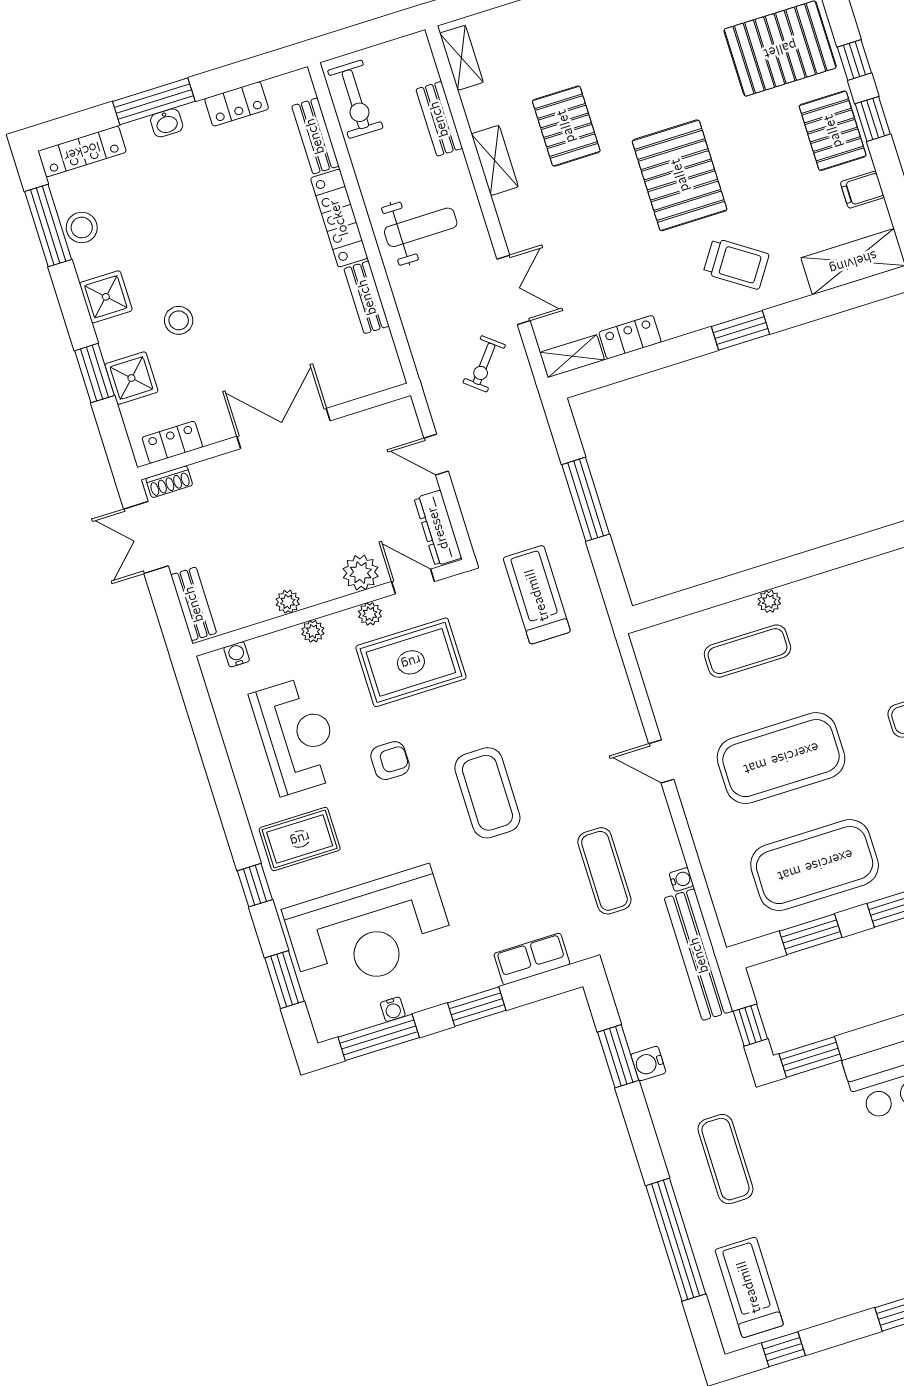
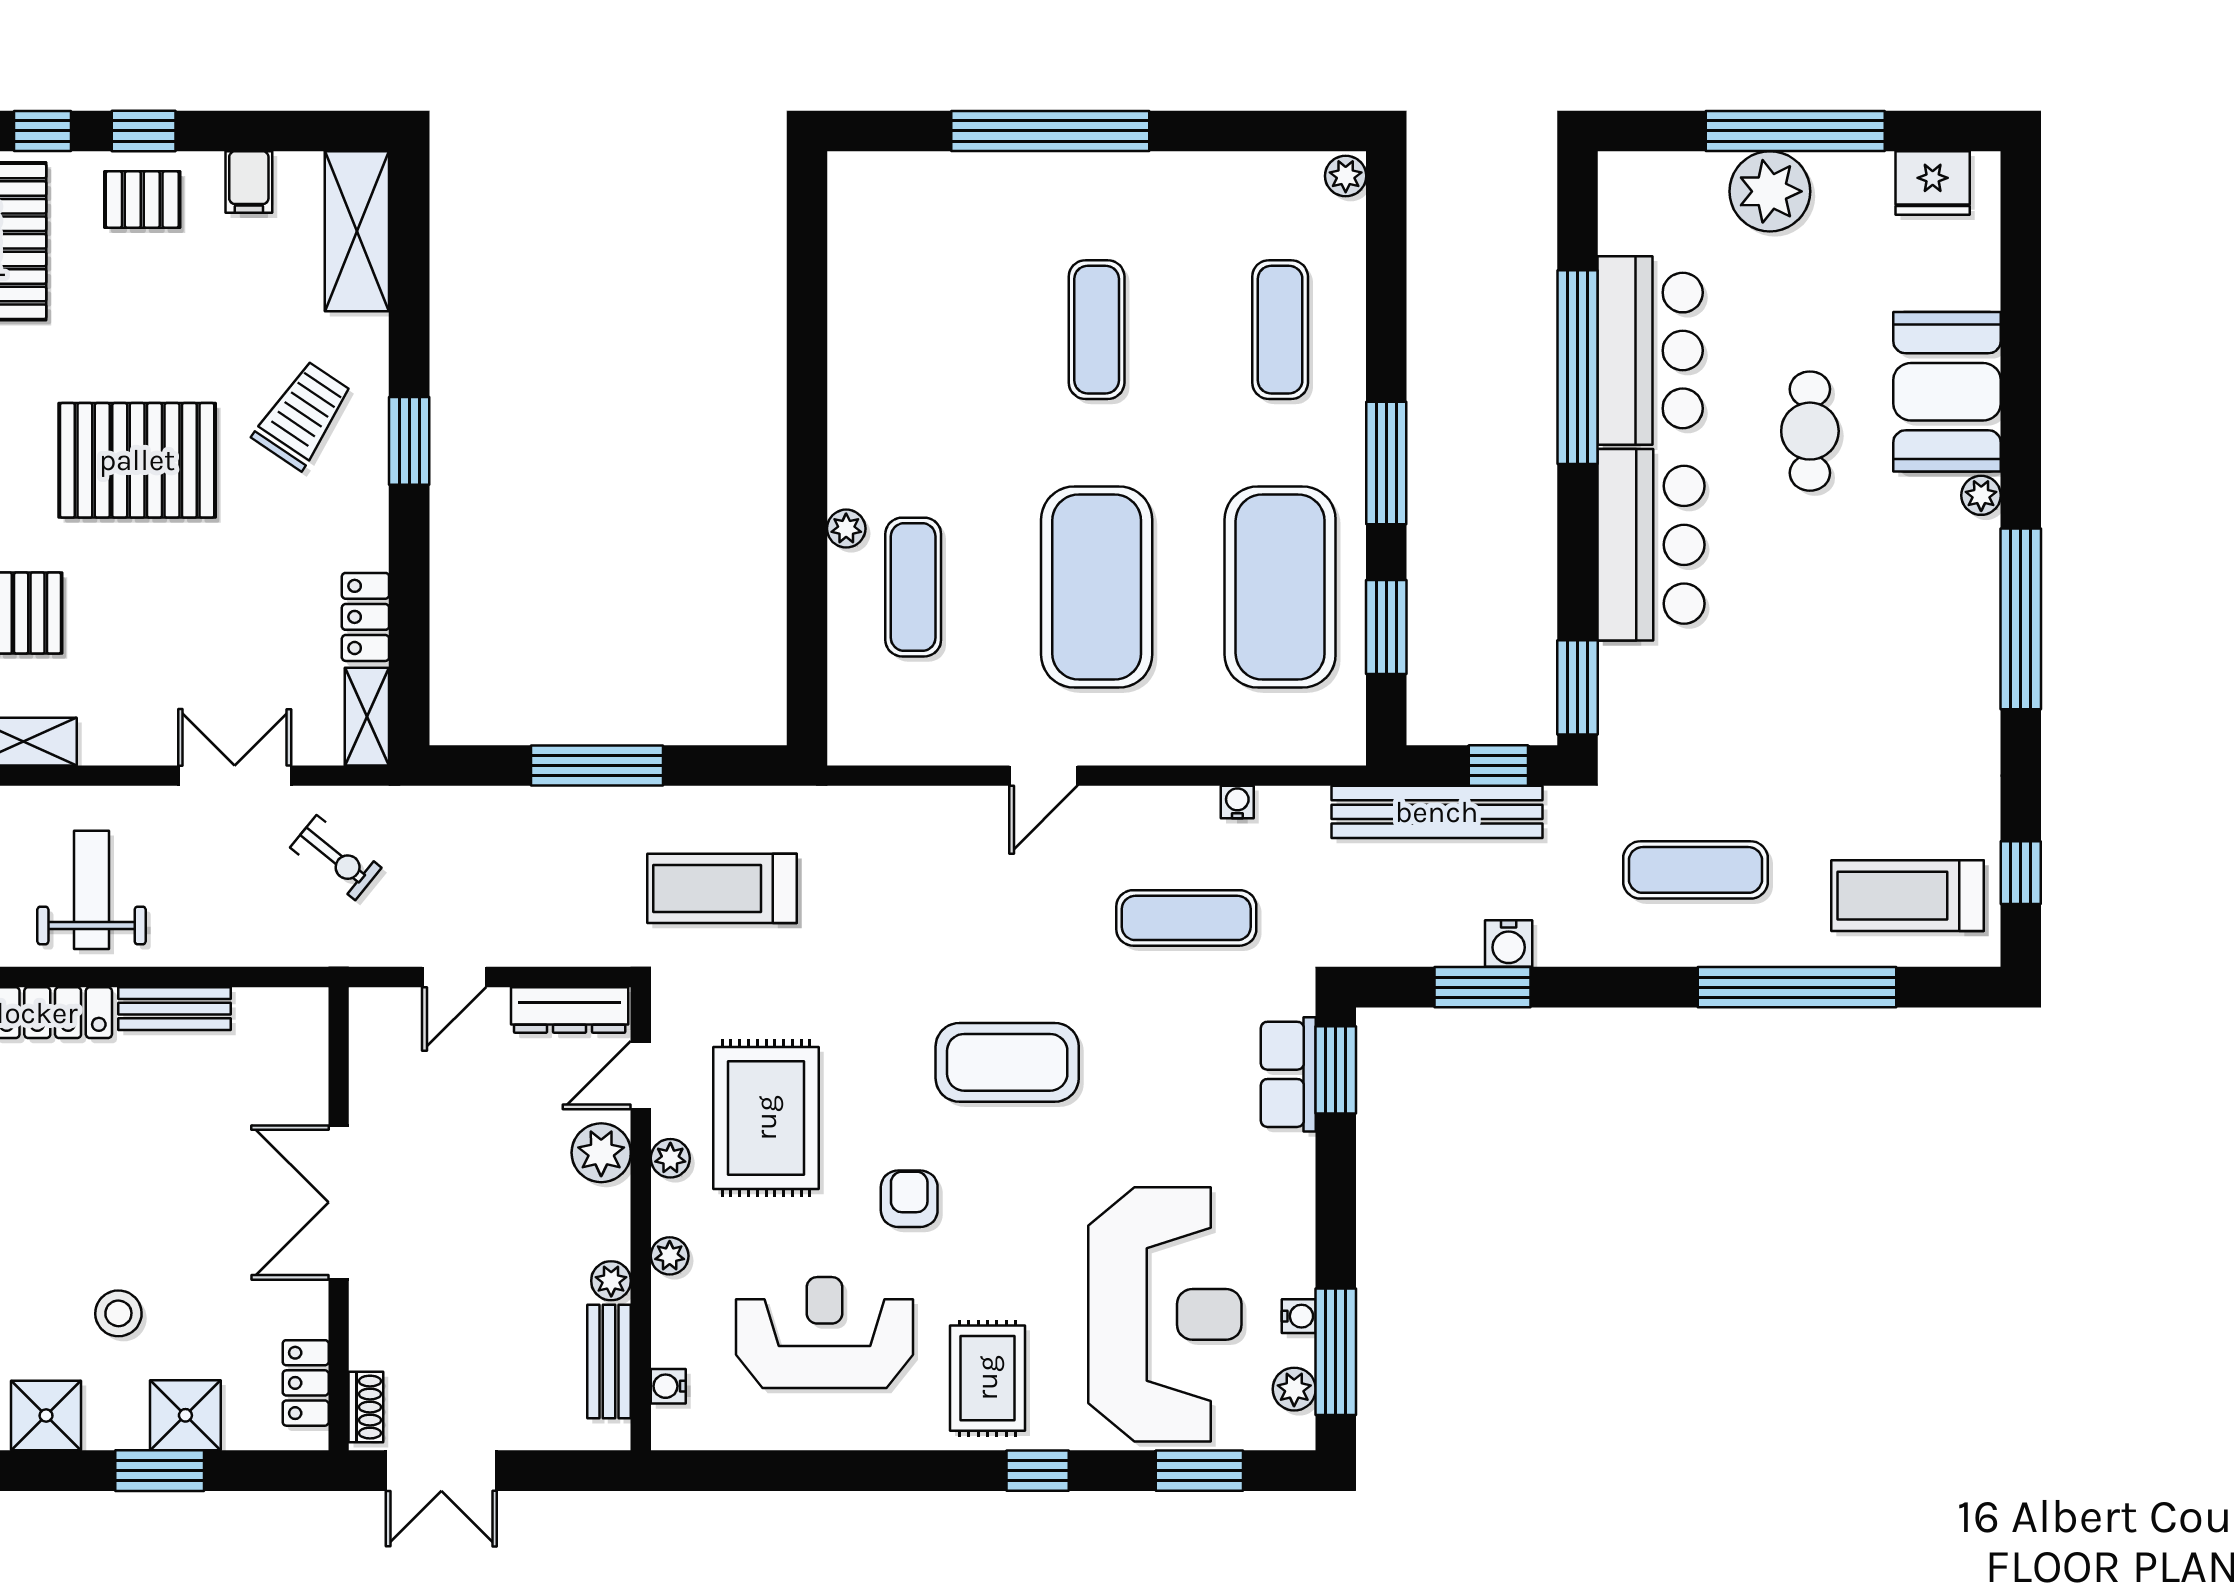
pallet: (833, 131) -> (142, 200), width x0.67, depth x0.71
bench: (194, 604) -> (609, 1361), moved, turned 90
bench: (699, 955) -> (1437, 812), moved
window: (477, 1007) -> (1336, 1070), moved
plant: (349, 1020) -> (1294, 1389), added

